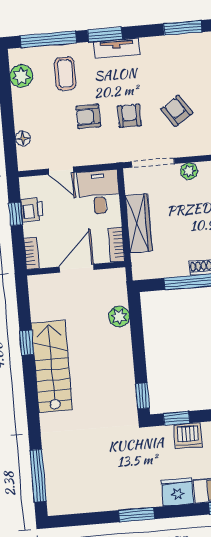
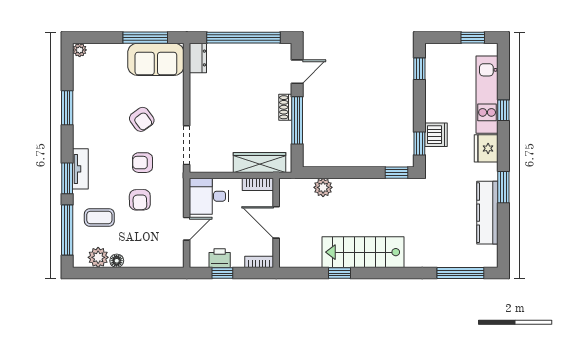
armchair: (177, 111) -> (142, 119), turned -92
floor lamp: (23, 138) -> (117, 261), moved
plant: (189, 171) -> (197, 113), removed
wardrobe: (139, 223) -> (260, 163), moved
kitchen counter: (107, 499) -> (487, 213), added

